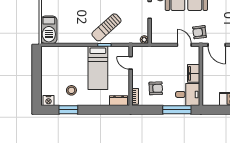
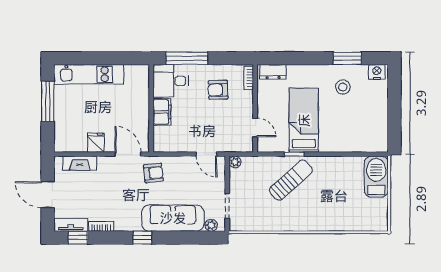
door: (184, 45) -> (206, 154), moved

